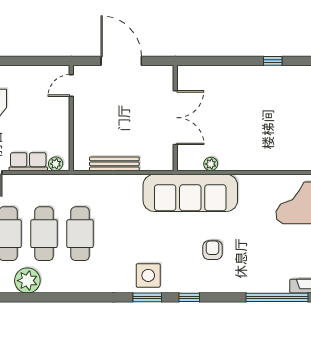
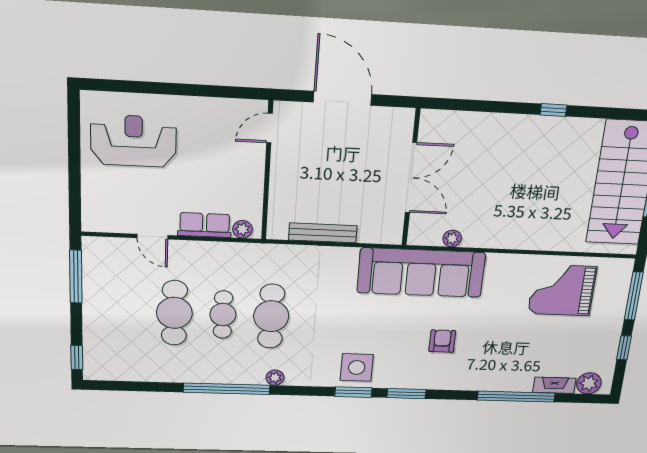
cafe table: (44, 234) -> (223, 315), width x0.73, depth x0.74
plant: (27, 281) -> (275, 378), moved, width x0.53, depth x0.53
window: (49, 297) -> (227, 389), added
window: (189, 297) -> (407, 394), width x1.50

